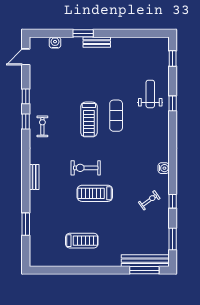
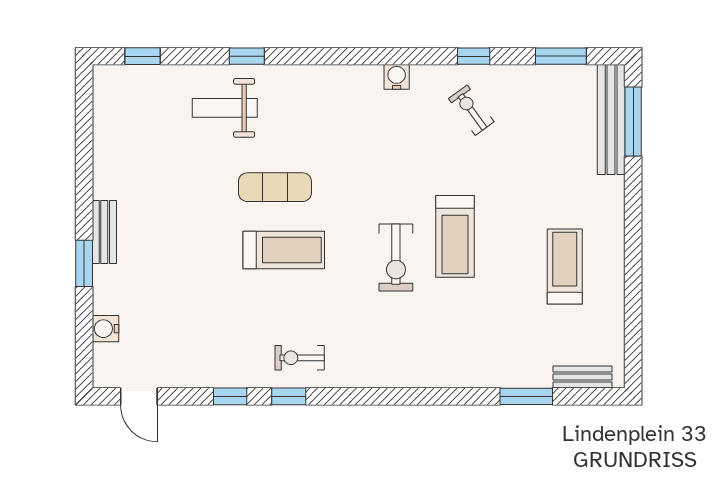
bench: (34, 177) -> (582, 377), moved

